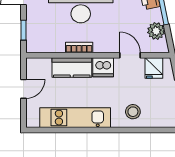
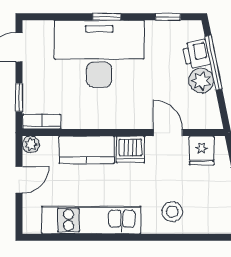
plant: (156, 31) -> (201, 81), moved
bookcase: (79, 47) -> (42, 122), moved
plant: (32, 64) -> (31, 144), added

